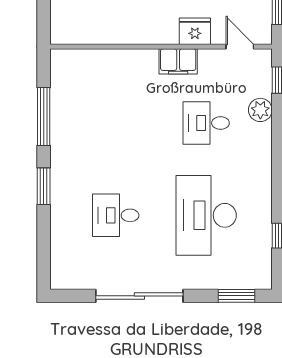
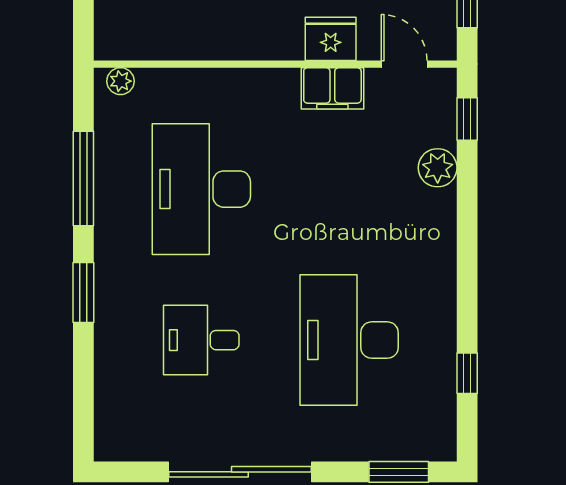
plant: (66, 57) -> (120, 81), added
filing cabinet: (178, 61) -> (332, 88), moved
desk: (206, 123) -> (201, 189), moved, width x1.87, depth x1.30

